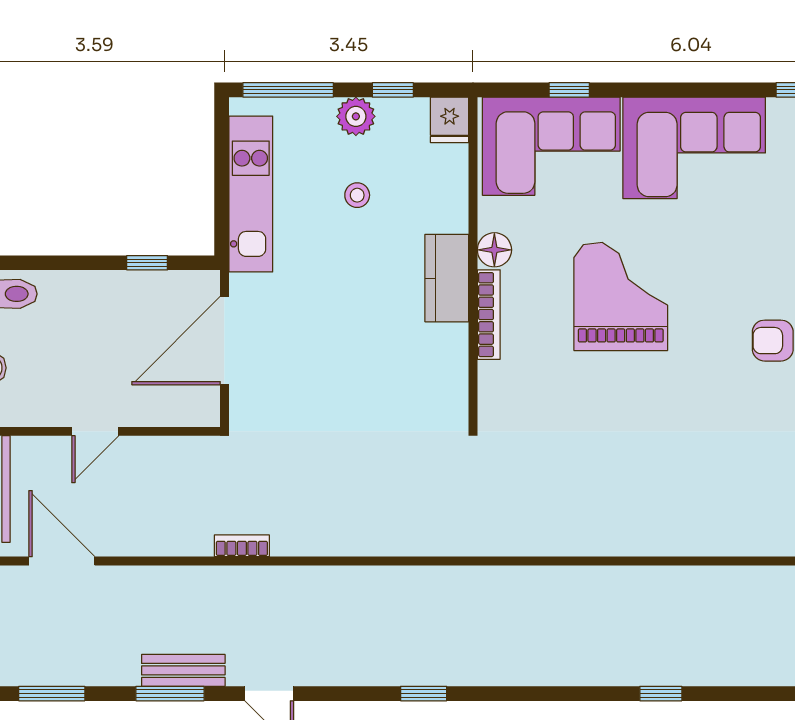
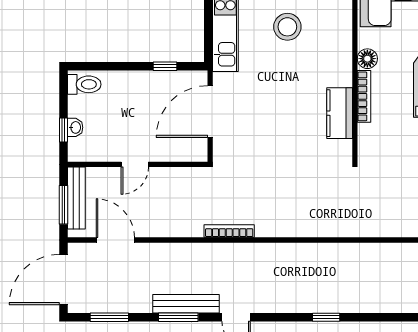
stool: (357, 195) -> (287, 27), width x1.89, depth x1.89
kitchen counter: (447, 278) -> (340, 113), moved
bookcase: (242, 546) -> (229, 231), width x1.56
bench: (183, 670) -> (186, 304), width x1.36

